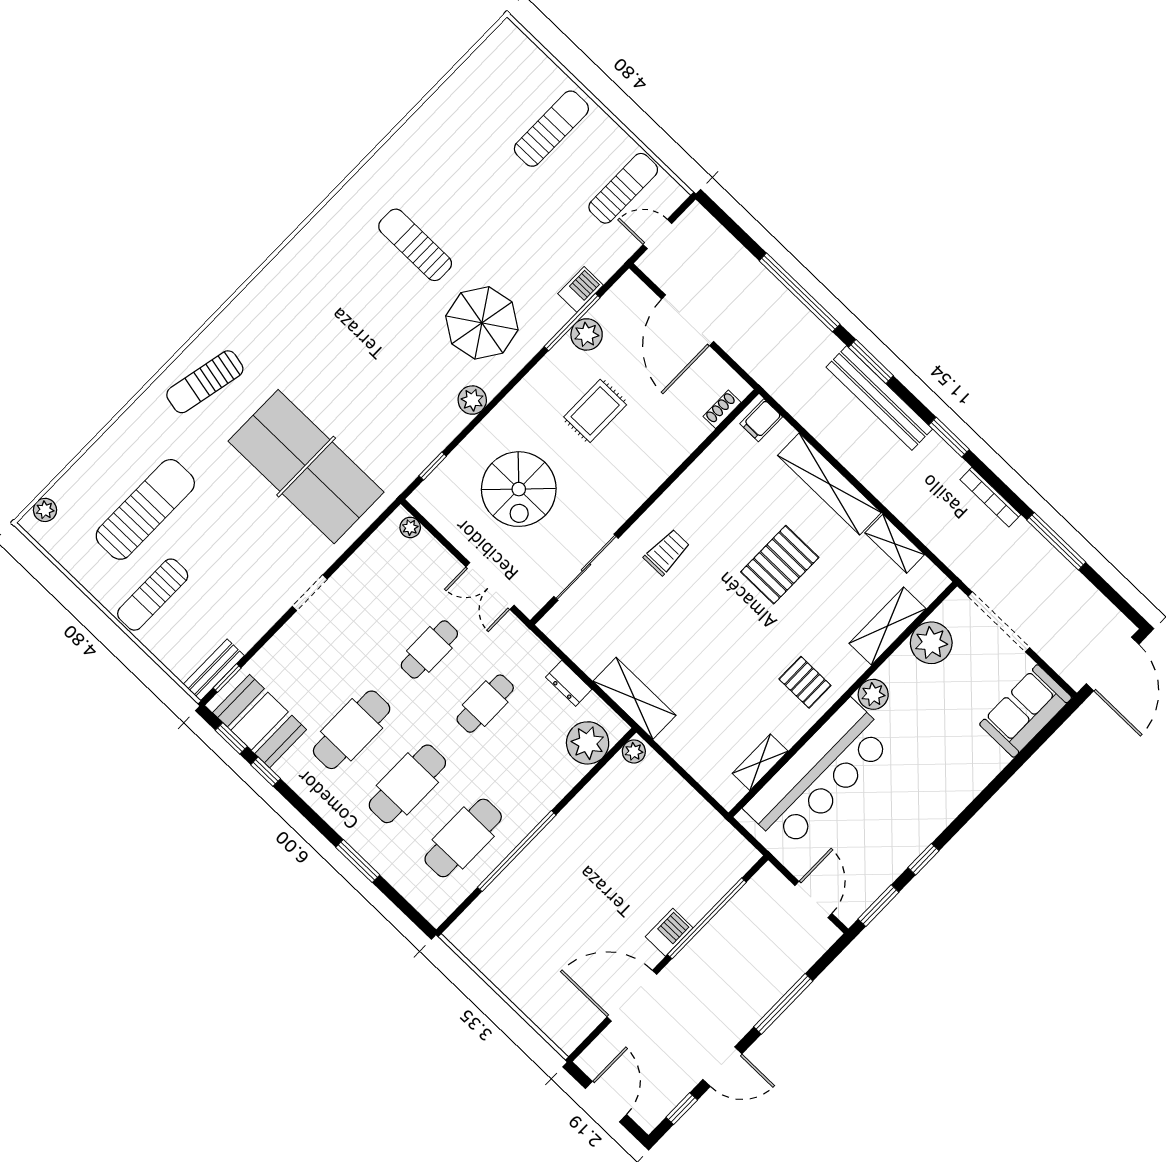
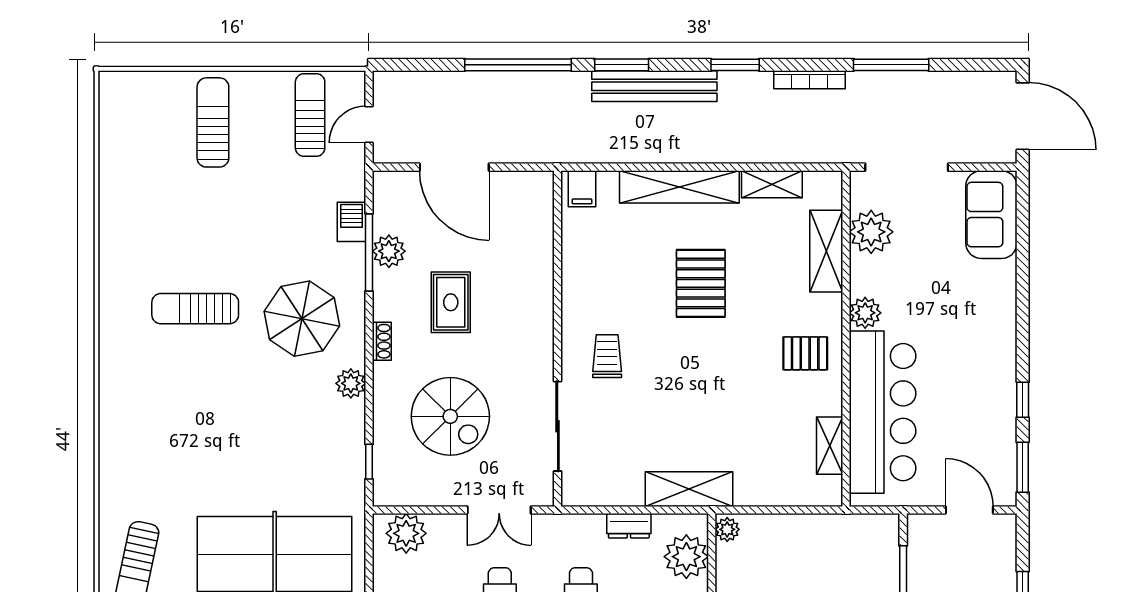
shoe rack: (722, 409) -> (382, 341), moved, turned 180
plant: (410, 527) -> (406, 533), width x1.88, depth x1.88

